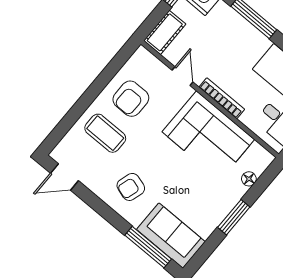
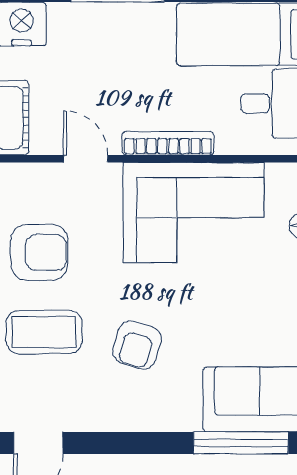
armchair: (131, 99) -> (39, 252), turned -90
armchair: (131, 187) -> (137, 345), moved

